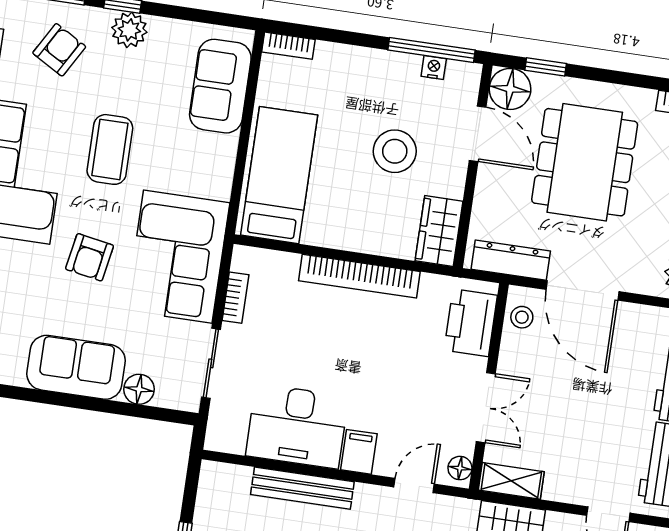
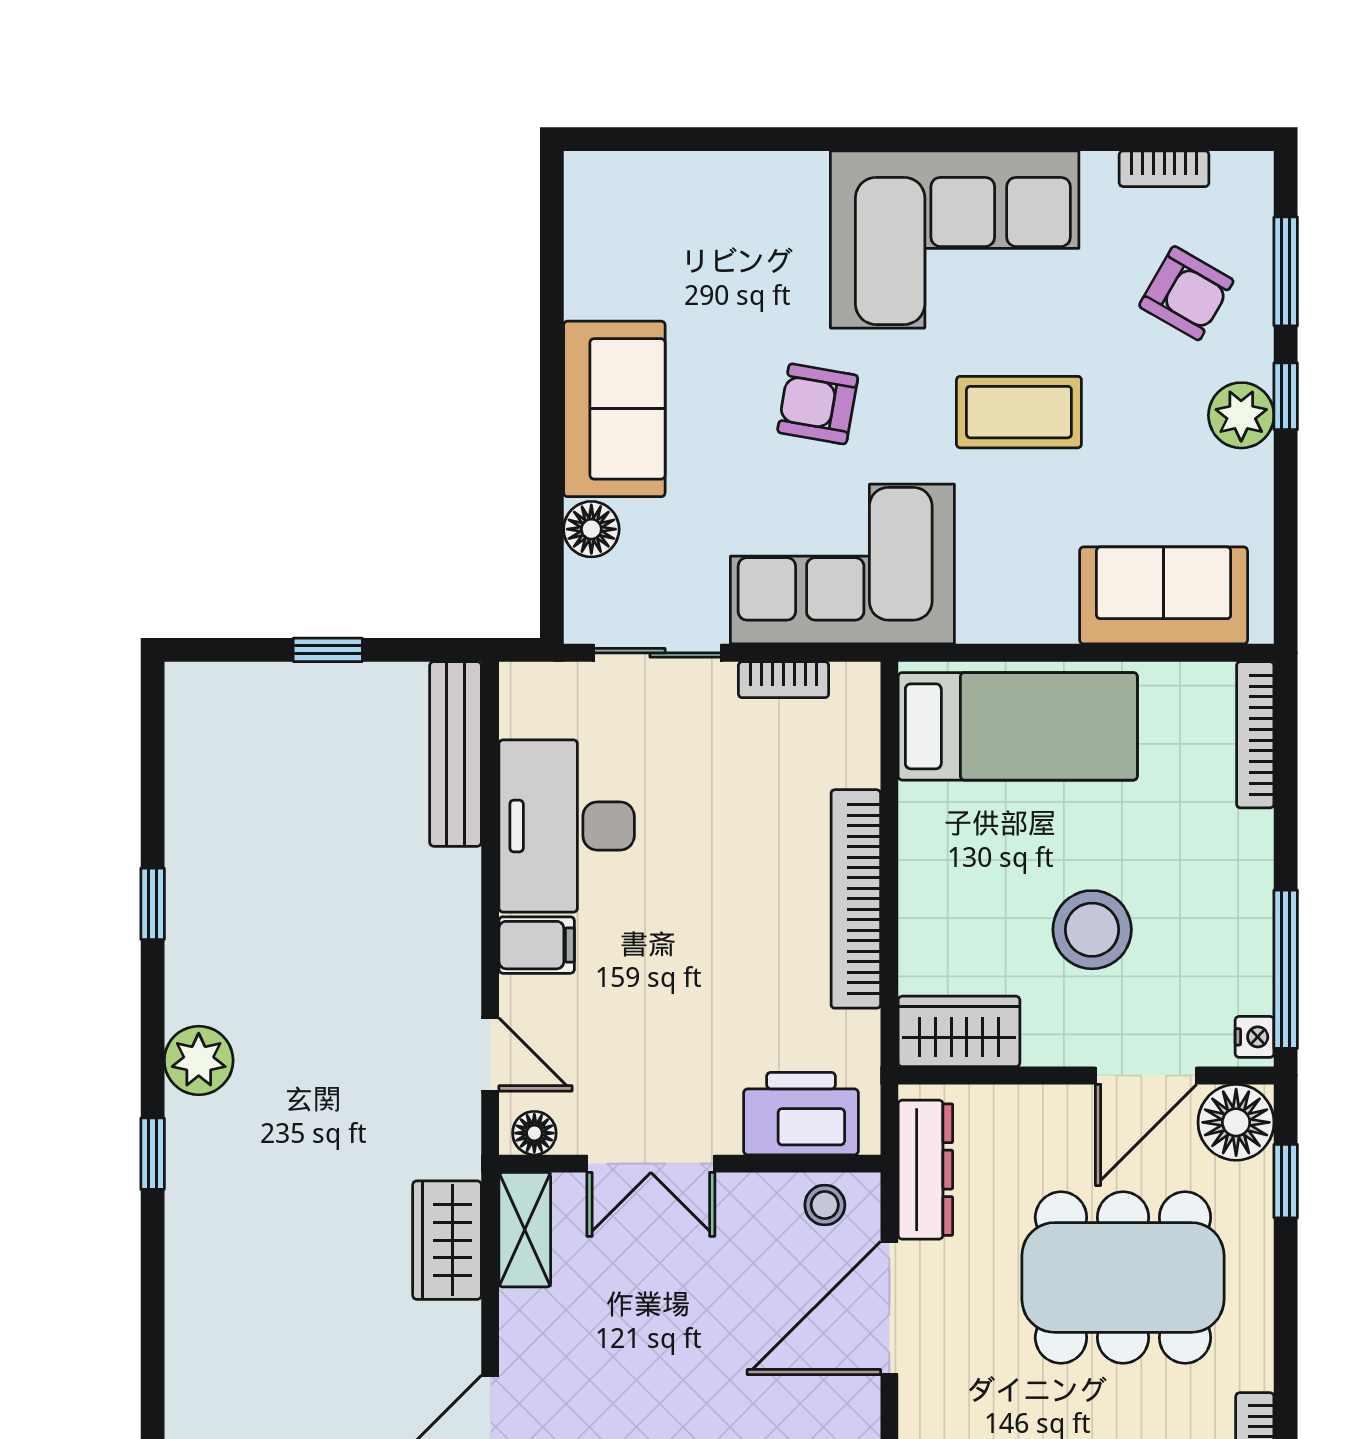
bookcase: (288, 46) -> (1255, 735), width x1.56
nightstand: (434, 67) -> (1255, 1037), moved
bench: (302, 488) -> (456, 754), moved

